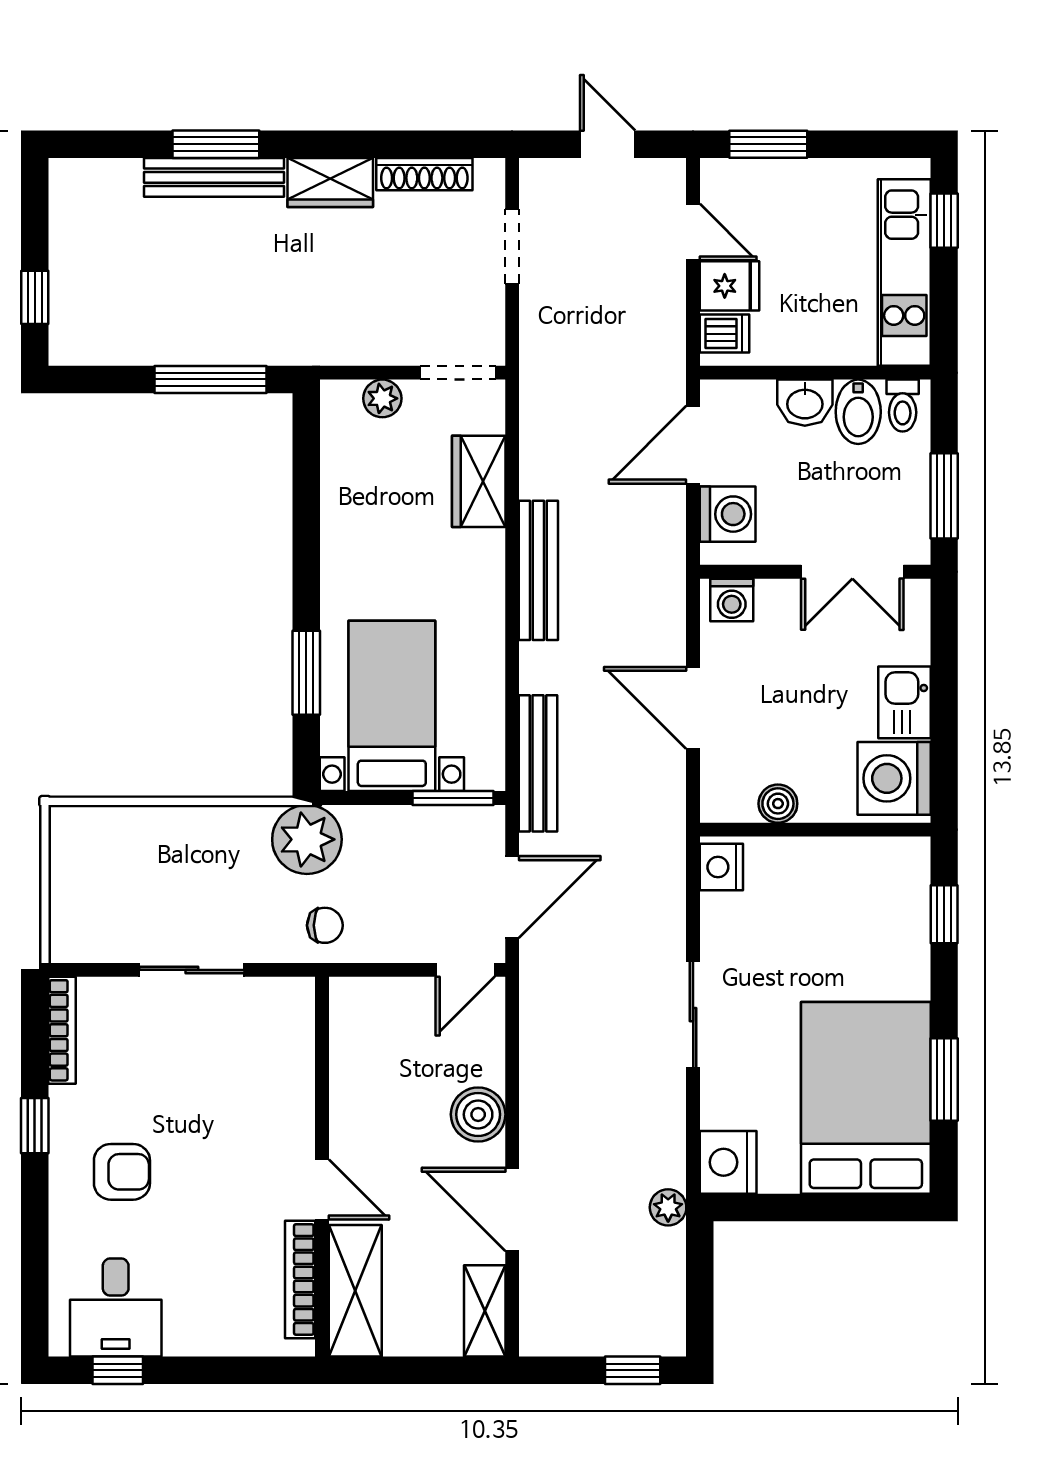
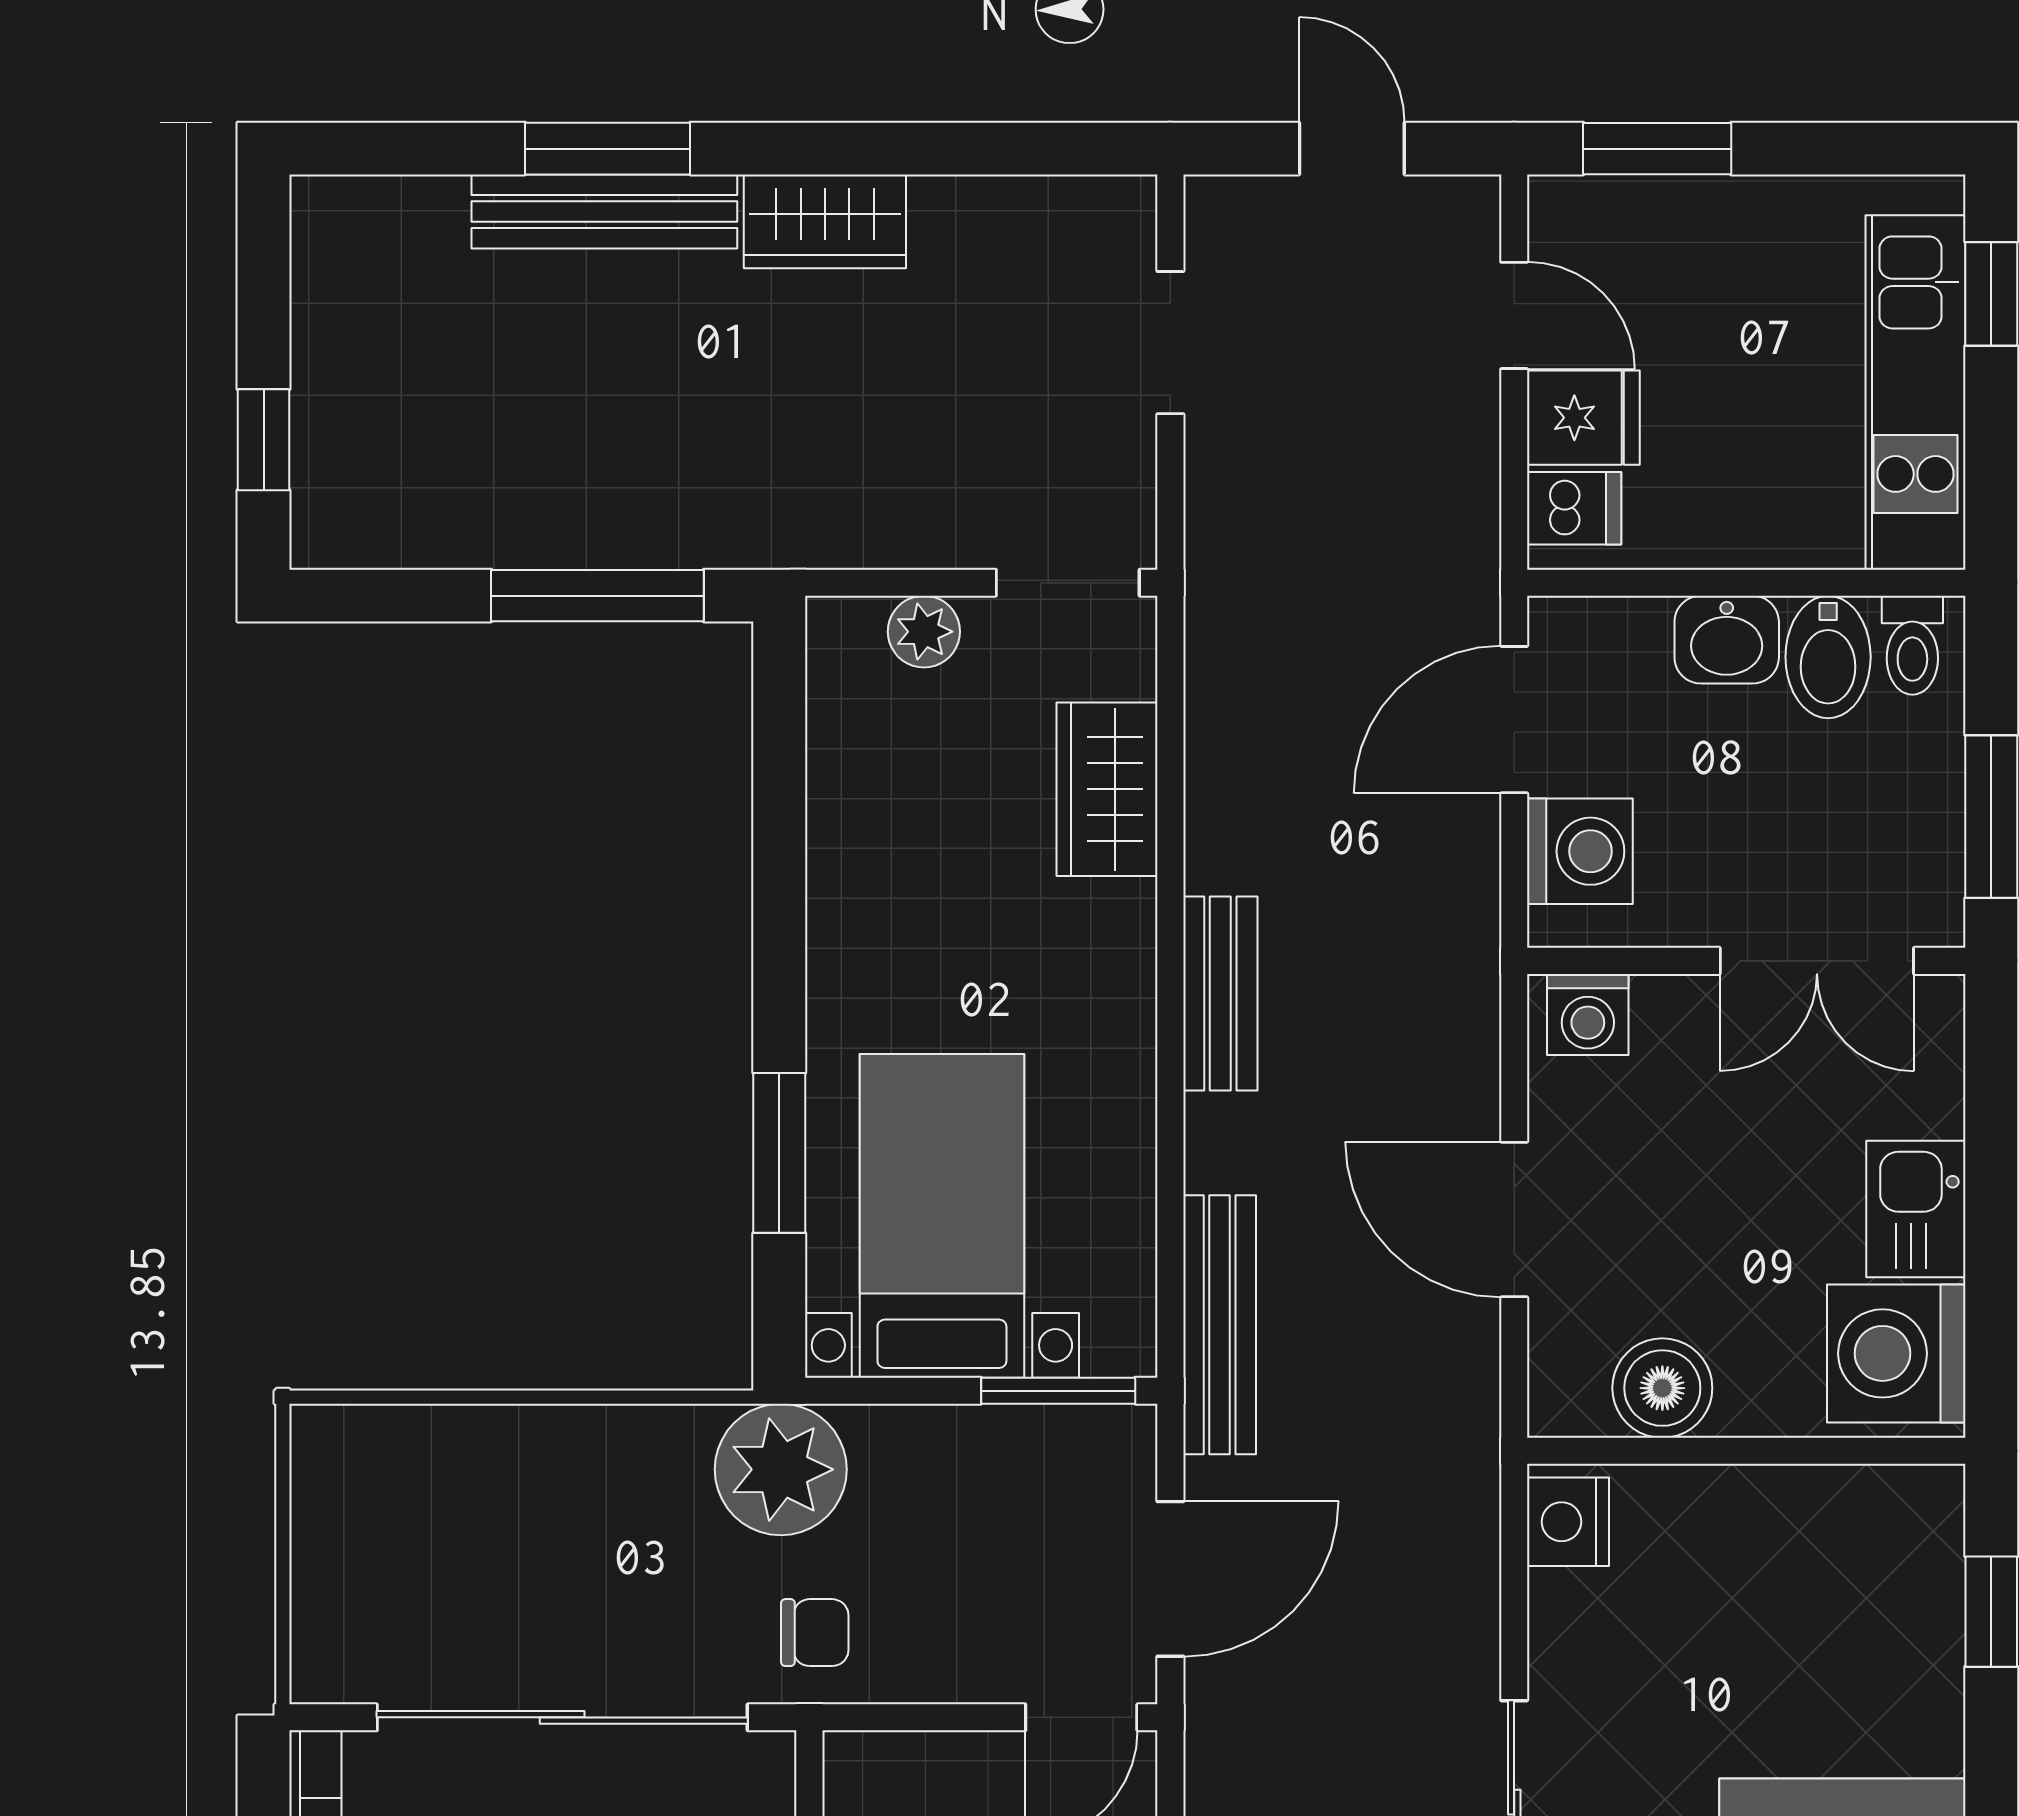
shoe rack: (424, 174) -> (1004, 205), removed
bench: (538, 570) -> (1220, 994), width x0.73
boiler: (778, 804) -> (1662, 1388), width x1.36, depth x1.36
sliding door: (192, 970) -> (562, 1717), width x1.86

